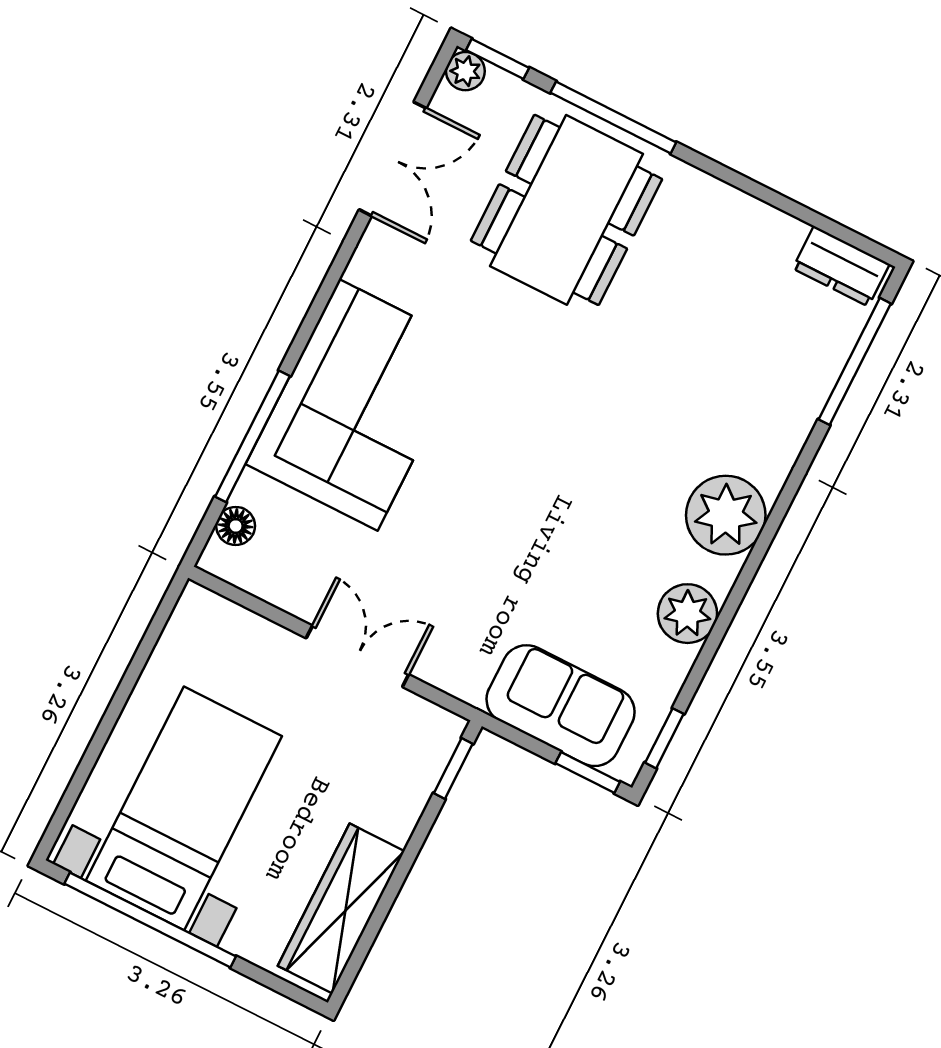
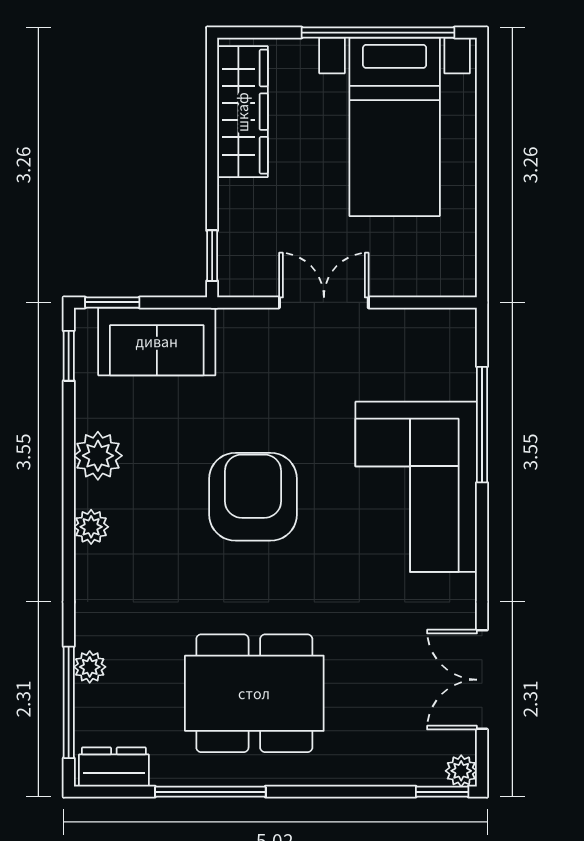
window: (613, 117) -> (210, 792), moved
dining table: (566, 210) -> (254, 693), moved, turned 90
plant: (812, 388) -> (90, 667), added
armchair: (541, 484) -> (253, 497), added
plant: (726, 515) -> (91, 527), width x0.53, depth x0.53
floor lamp: (236, 526) -> (461, 353), removed
double door: (357, 656) -> (324, 302), swing flipped

